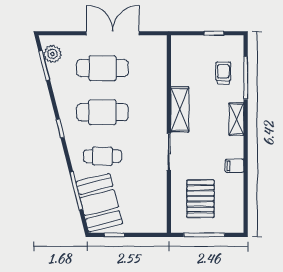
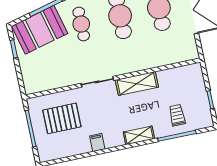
trolley: (223, 73) -> (177, 115), turned -90

